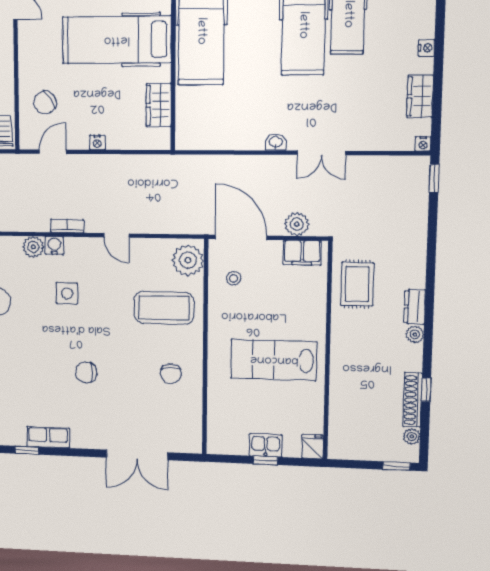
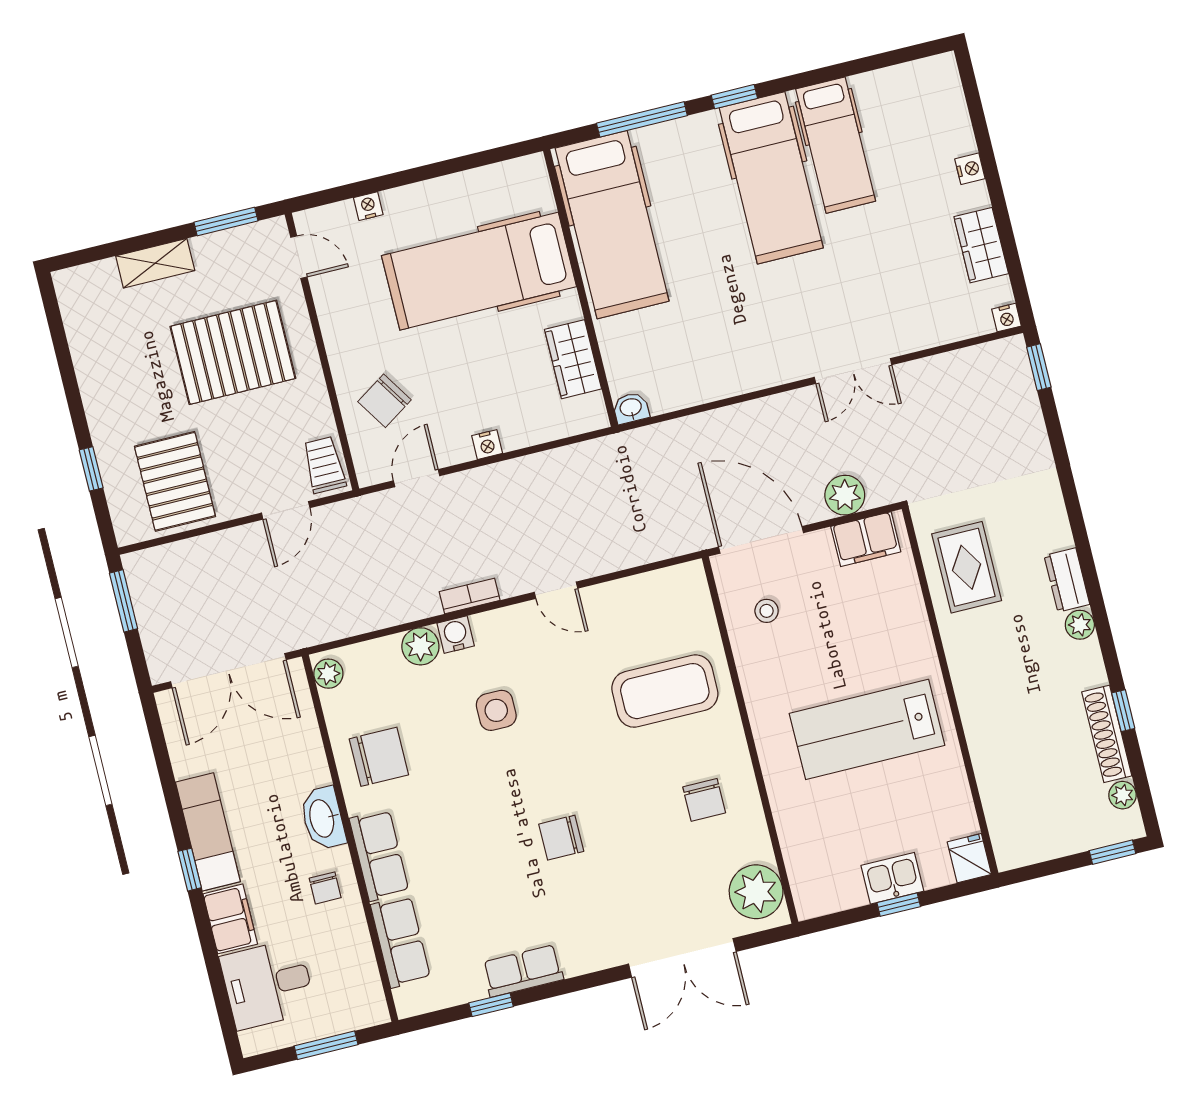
washbasin: (276, 142) -> (631, 408), moved
plant: (188, 260) -> (756, 892), moved

